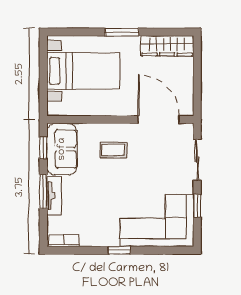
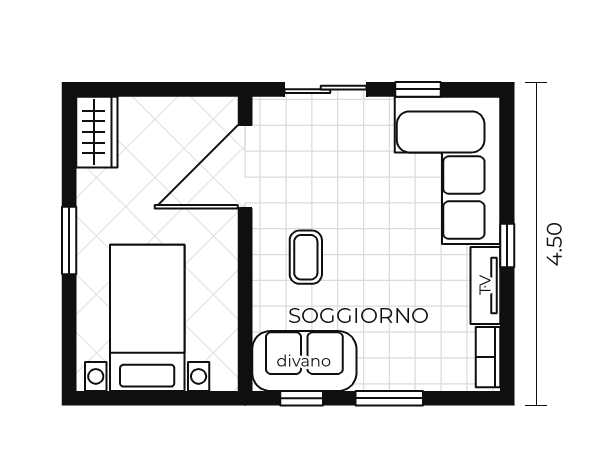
wardrobe: (167, 46) -> (97, 132), width x0.67
tv unit: (54, 196) -> (485, 285), moved, turned -90

